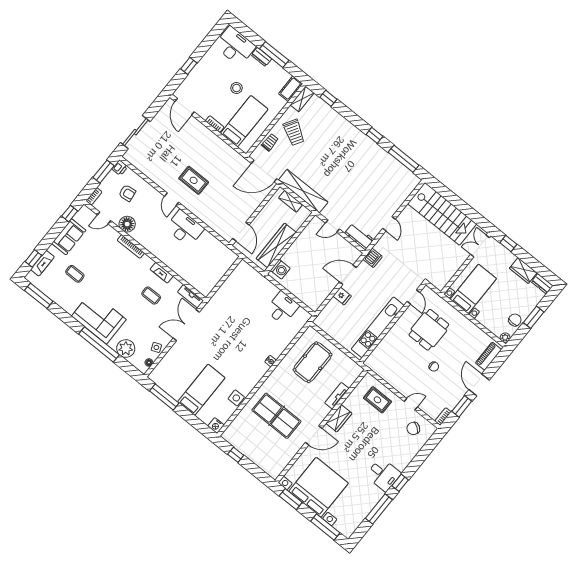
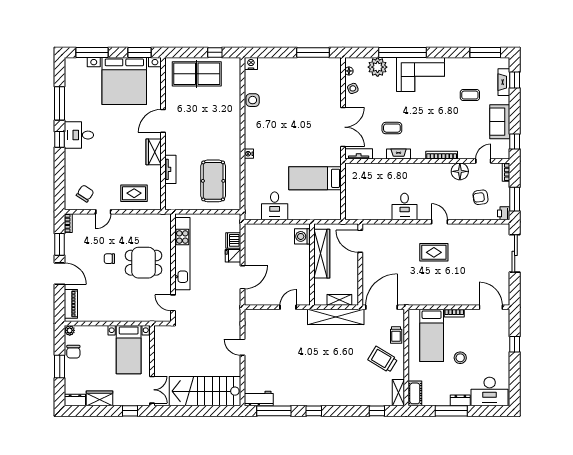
desk: (185, 228) -> (405, 206), width x0.73
workbench: (359, 236) -> (259, 399), moved, turned 180
dishwasher: (373, 258) -> (233, 240), moved
dining table: (429, 330) -> (143, 263), moved, turned 90
bed: (201, 390) -> (315, 178), moved, turned 90
table tennis table: (276, 416) -> (197, 74), moved

